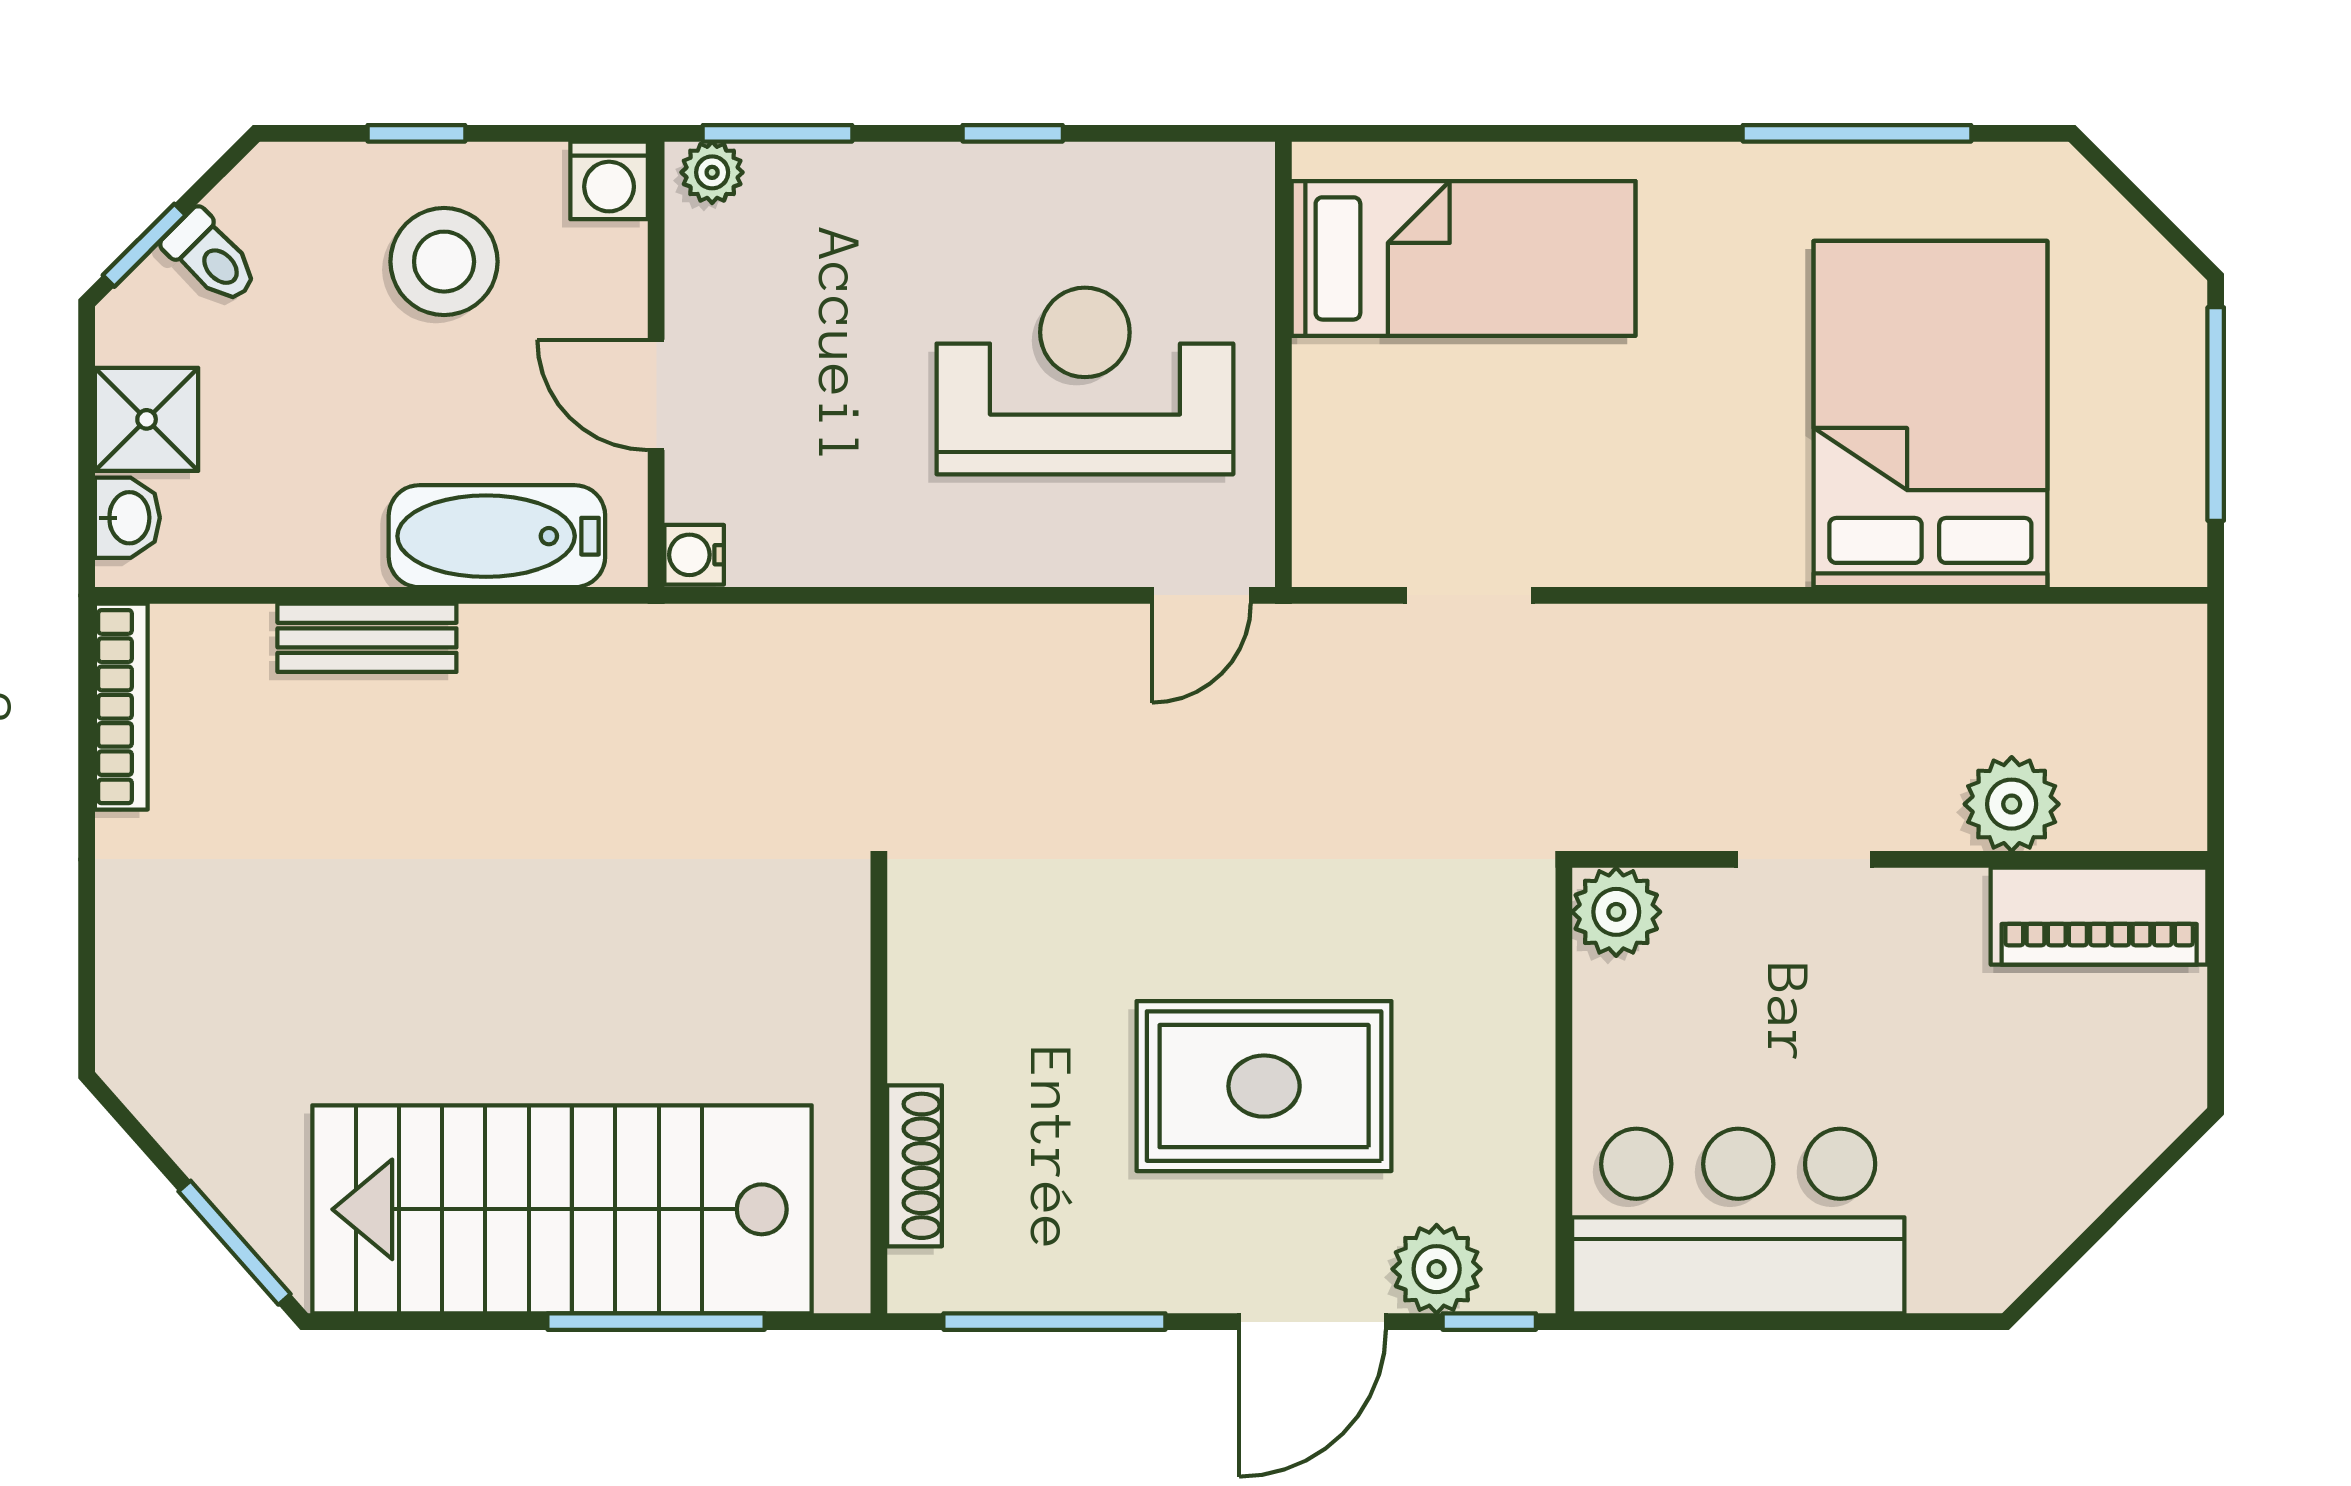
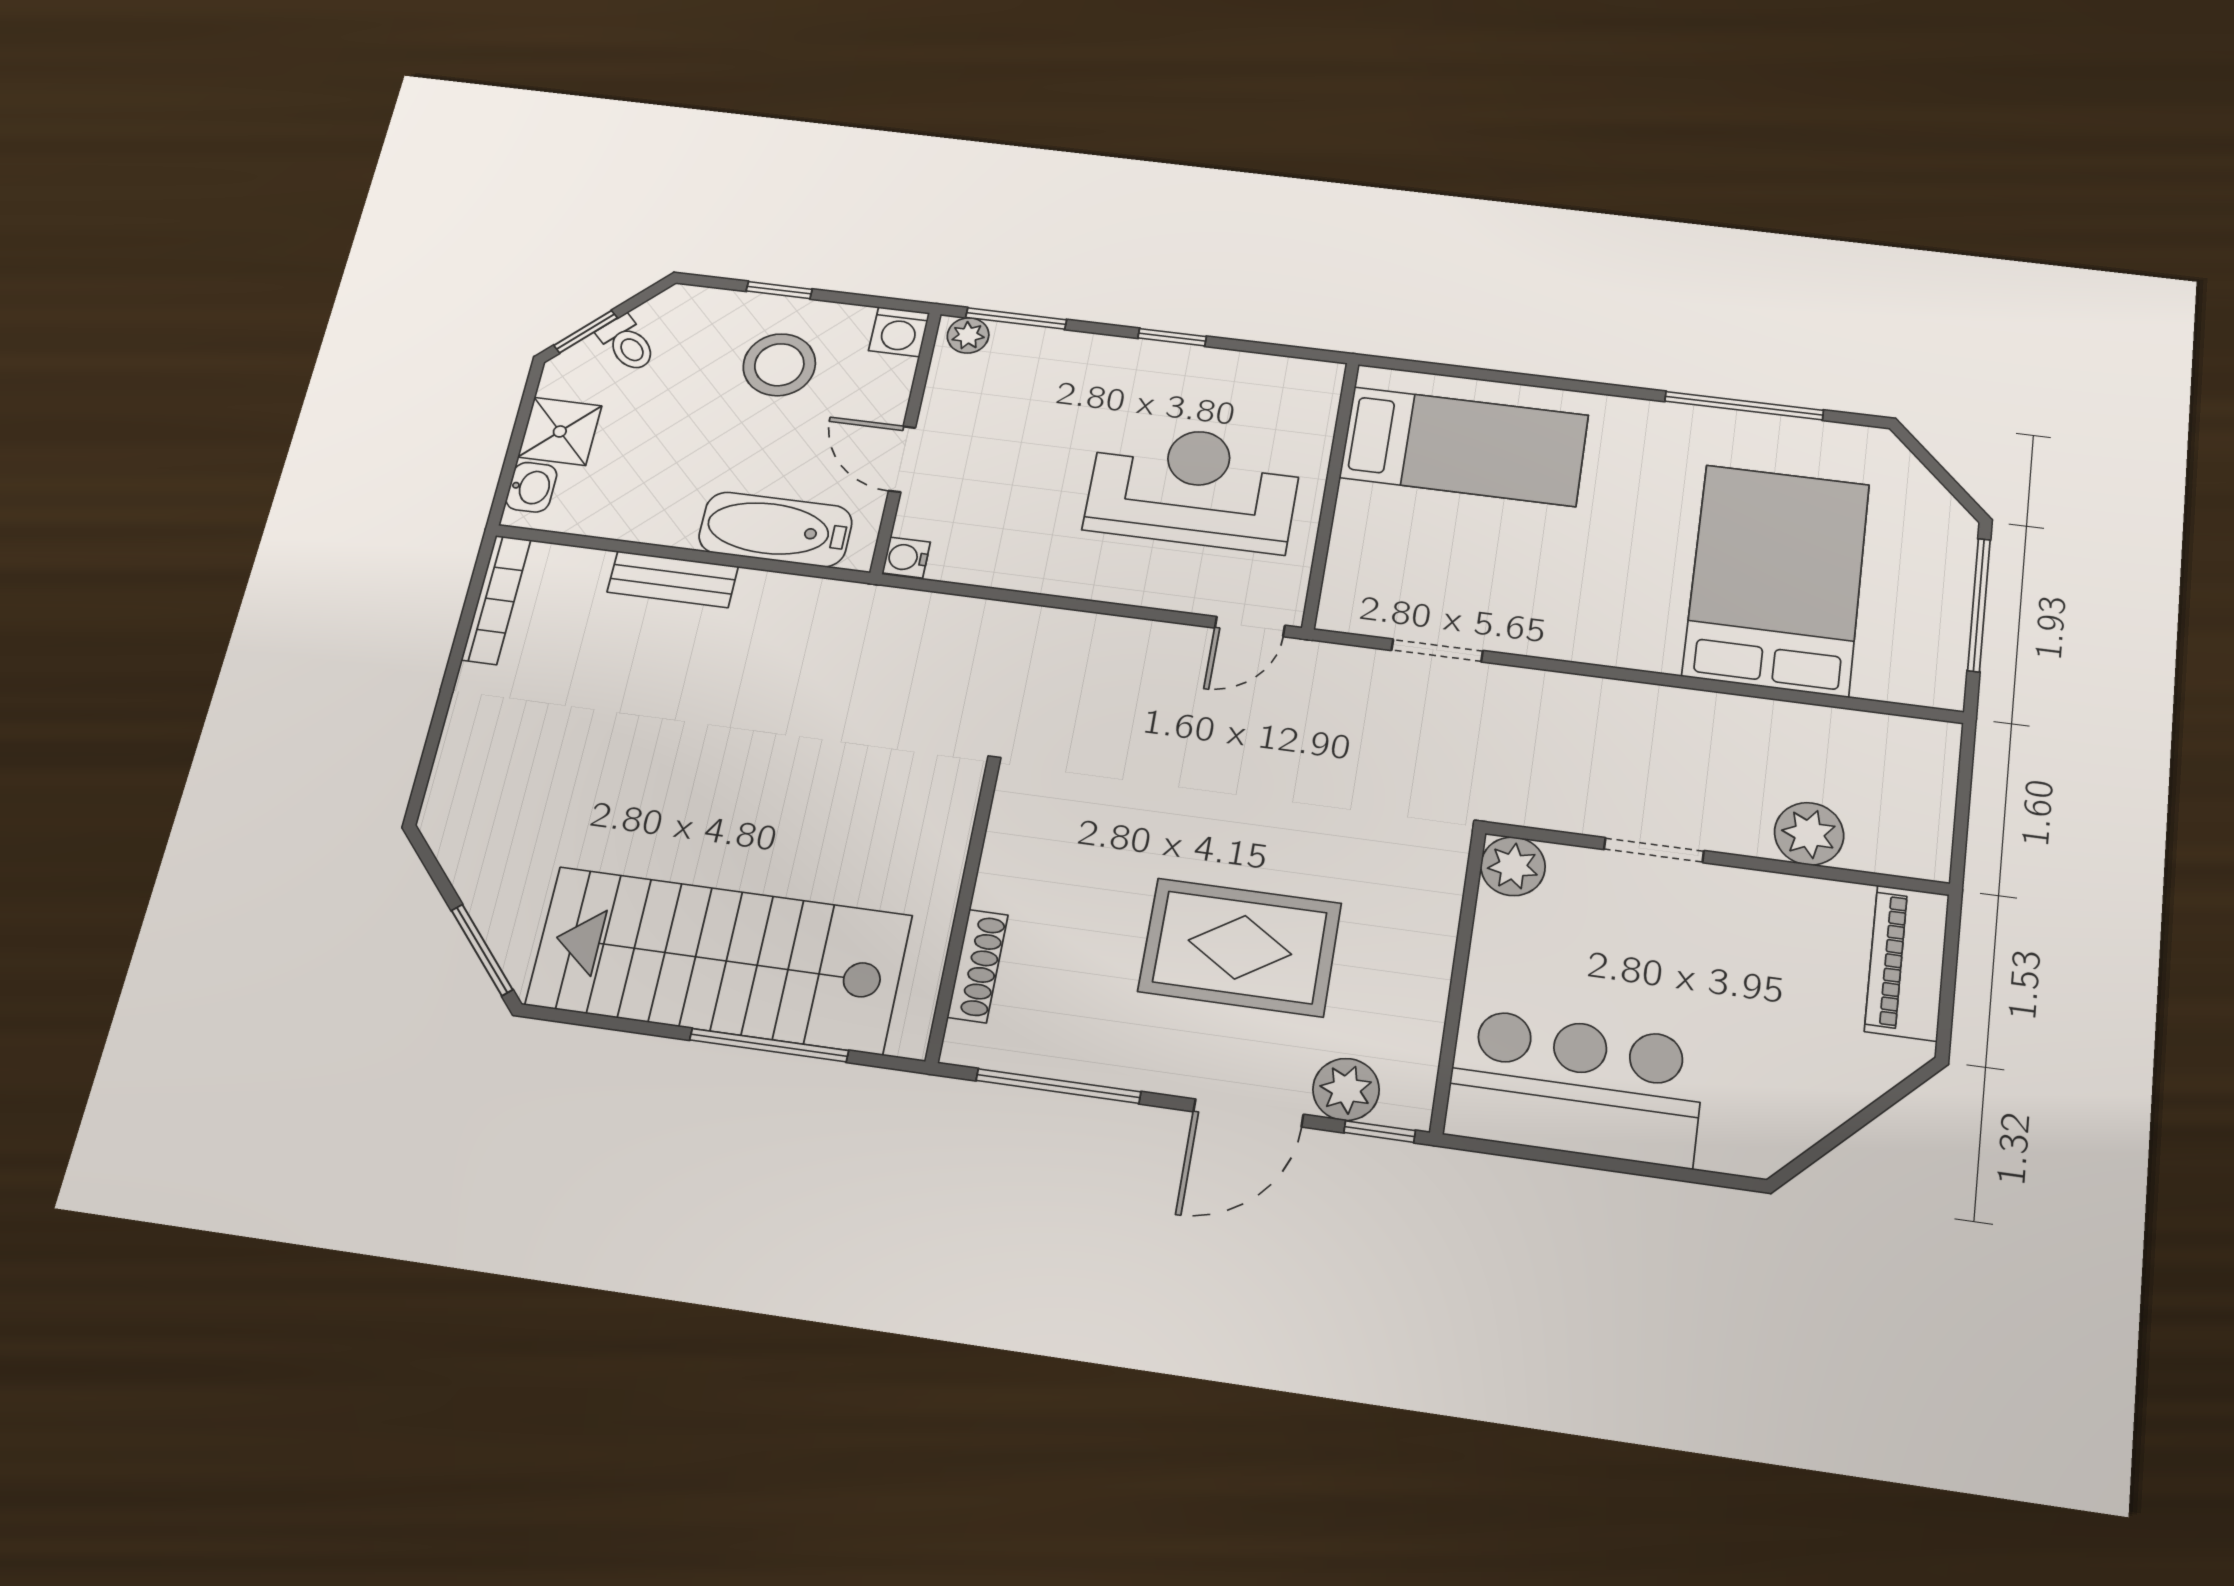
piano: (2099, 916) -> (1907, 963), moved, turned 90

